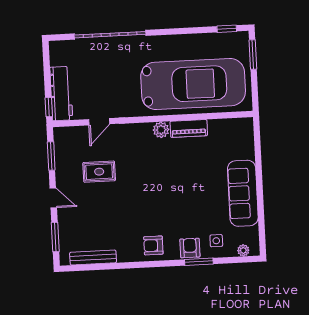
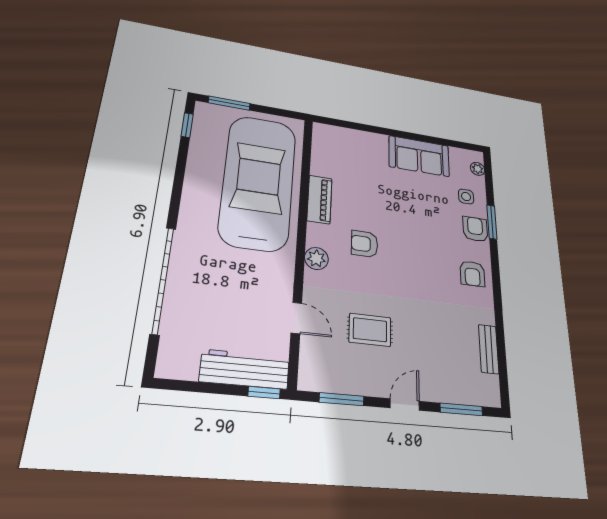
plant: (161, 130) -> (316, 258), moved
armchair: (161, 164) -> (365, 244), added
rug: (99, 172) -> (370, 330), turned 90
sofa: (243, 193) -> (419, 156), width x0.73
armchair: (190, 248) -> (475, 229), turned 90
bench: (93, 258) -> (489, 349), width x0.73

